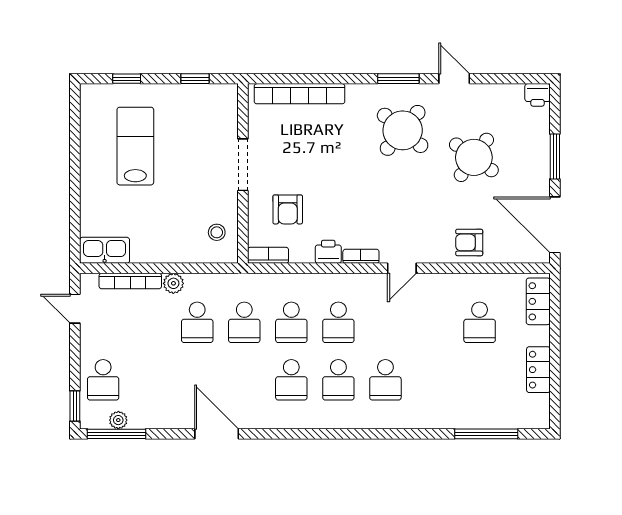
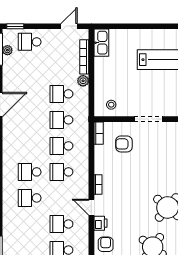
printer: (328, 252) -> (100, 223), moved
school desk: (291, 380) -> (61, 224), moved

